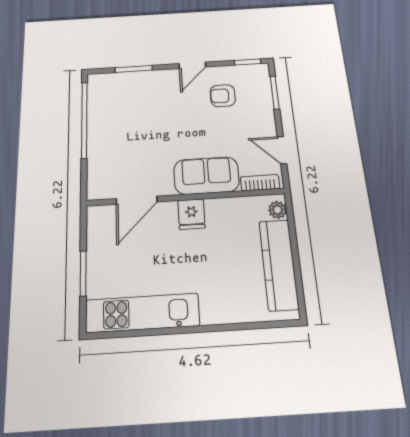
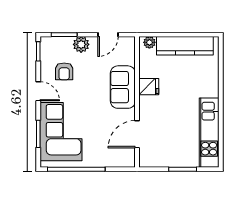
corner sofa: (137, 97) -> (61, 132), added
plant: (263, 115) -> (81, 44), added
bookcase: (260, 183) -> (130, 52), removed
door: (137, 200) -> (137, 134), swing flipped
fridge: (191, 214) -> (149, 87), moved

